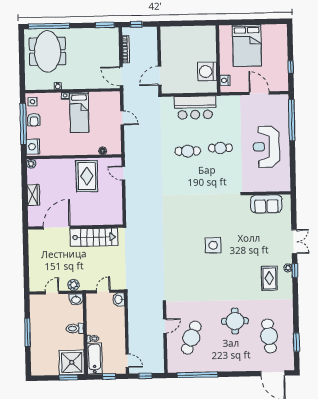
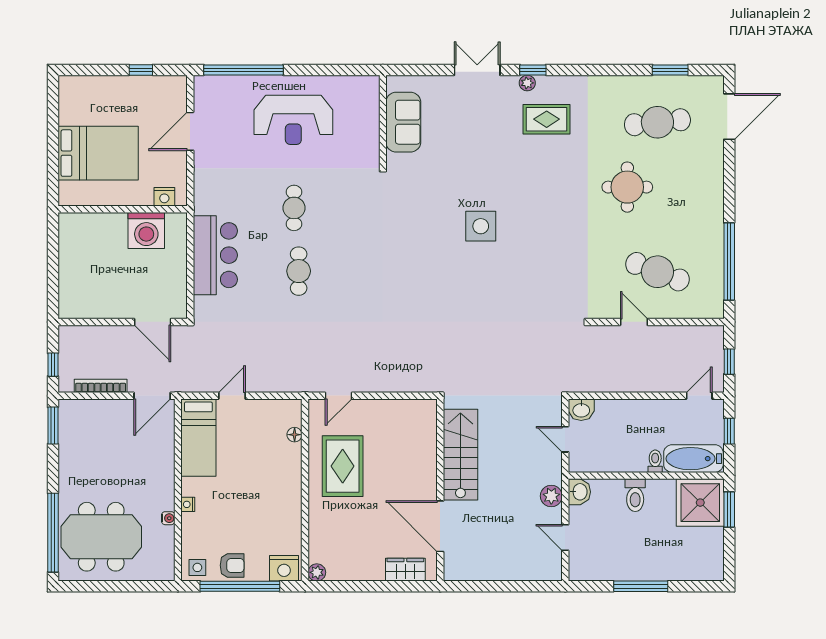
bed: (79, 112) -> (198, 438), moved, turned 90
rug: (87, 176) -> (343, 466), turned 90
wardrobe: (33, 195) -> (405, 570), moved

